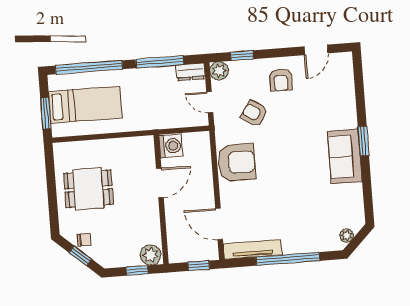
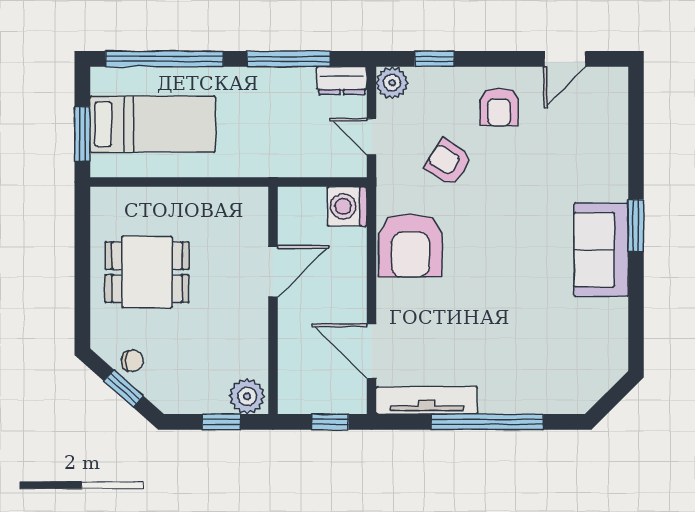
washing machine: (171, 146) -> (347, 206), moved, turned 180
armchair: (237, 162) -> (410, 246), turned 90
plant: (347, 236) -> (594, 389), removed

